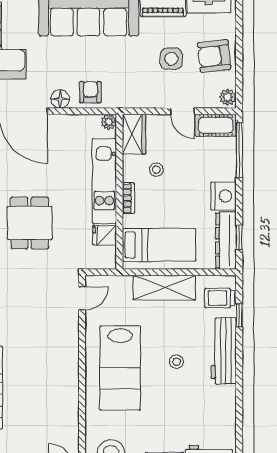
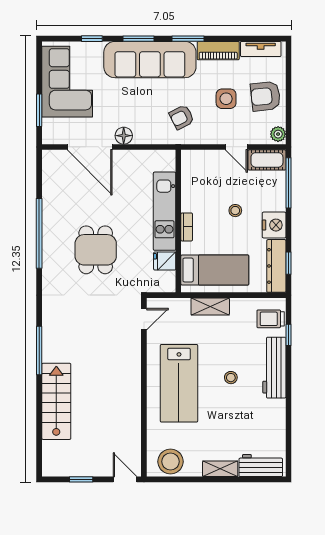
armchair: (90, 92) -> (182, 117), moved, turned -117
plant: (109, 122) -> (168, 157), removed
wardrobe: (134, 134) -> (192, 168), removed
stool: (156, 170) -> (235, 211), moved
shelving: (164, 288) -> (210, 306), width x0.67, depth x0.75

